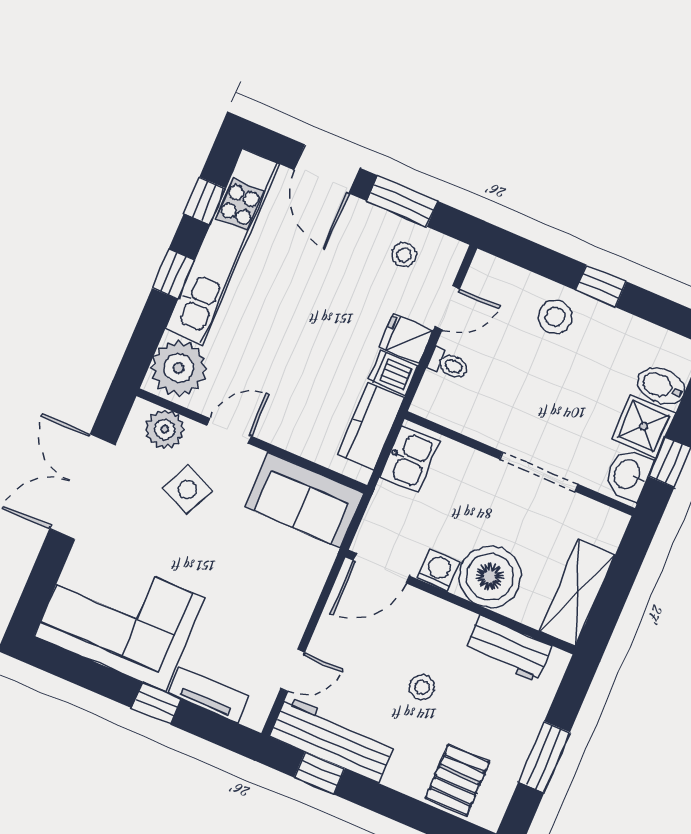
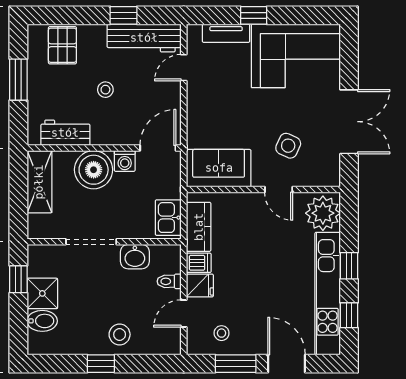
plant: (165, 429) -> (316, 175), removed
door: (229, 431) -> (279, 189), hinge flipped
washbasin: (628, 474) -> (135, 257), moved, turned 90
window: (319, 773) -> (123, 15), moved

